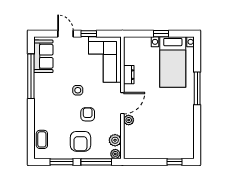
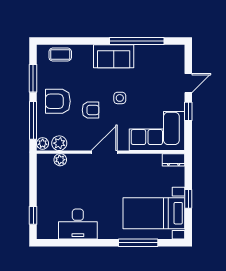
sofa: (43, 56) -> (114, 56), moved
dresser: (129, 75) -> (174, 160), moved
window: (197, 88) -> (138, 243), moved
door: (122, 103) -> (104, 152), swing flipped
plant: (129, 120) -> (60, 160), moved
desk: (182, 125) -> (78, 224), added

